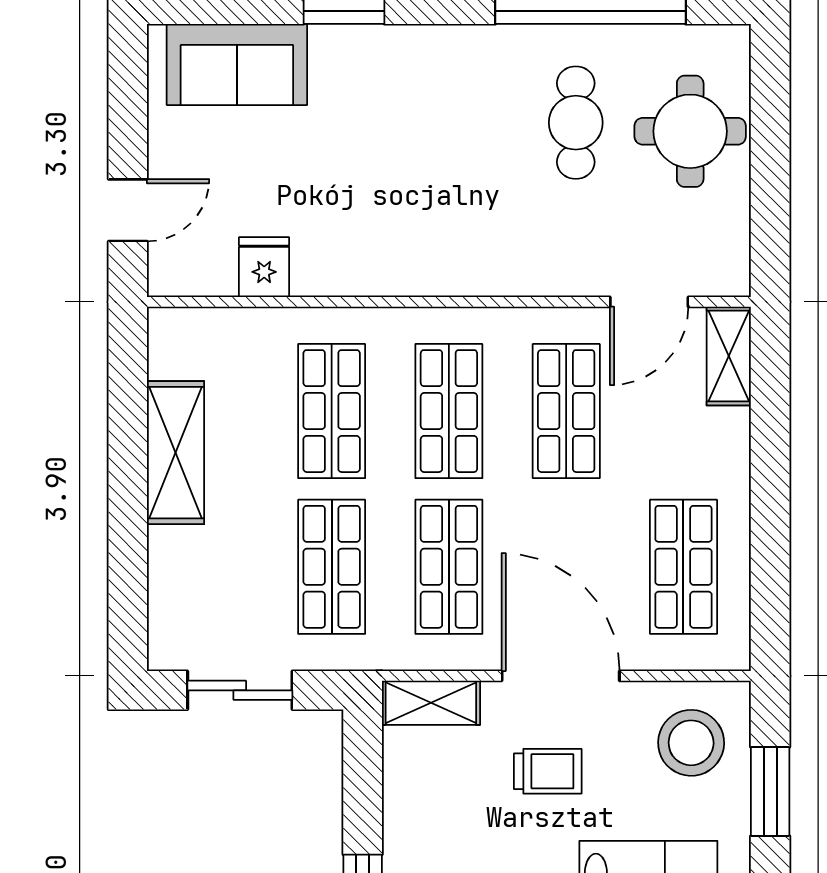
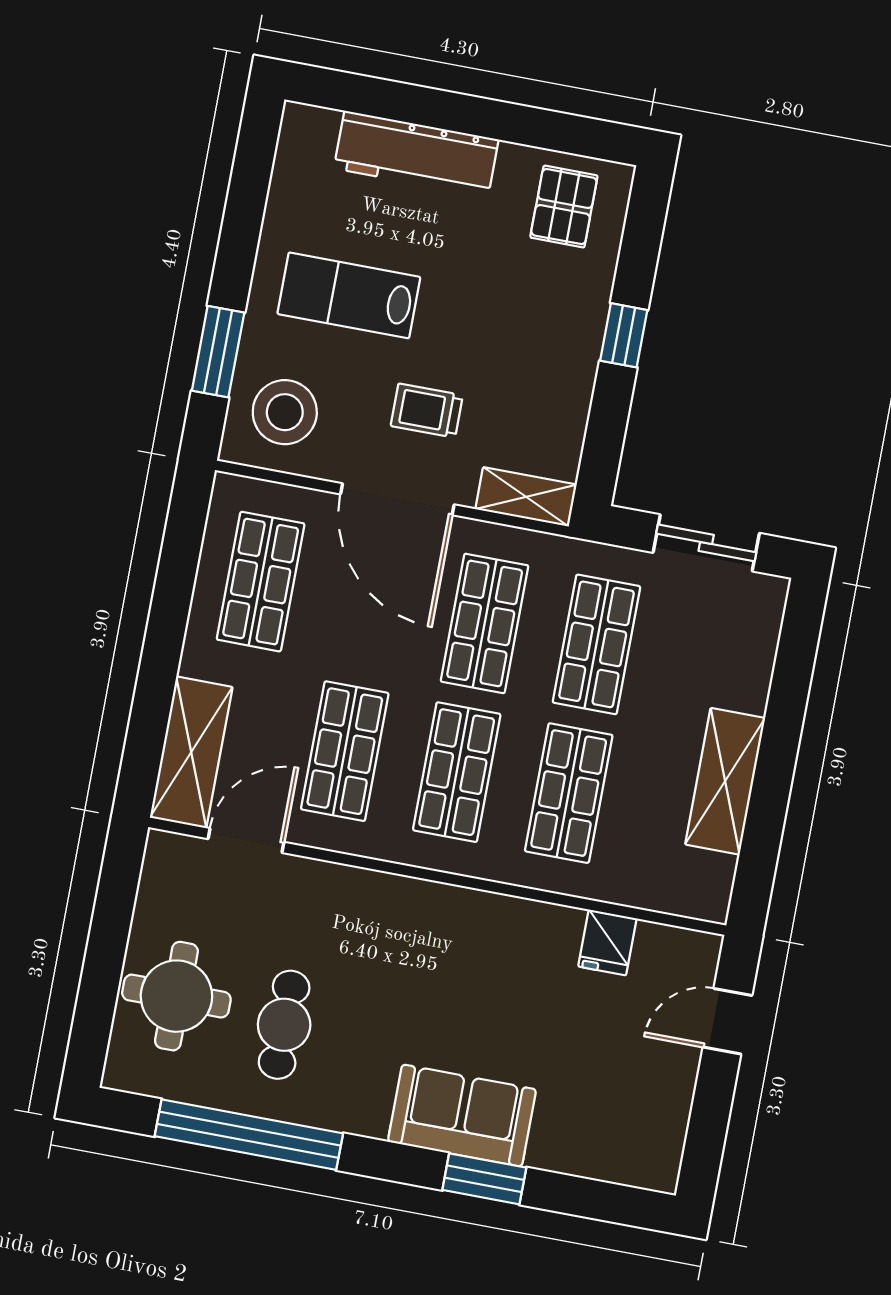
sofa: (237, 64) -> (462, 1116), moved
shelving: (729, 356) -> (191, 752), width x1.50, depth x1.33

